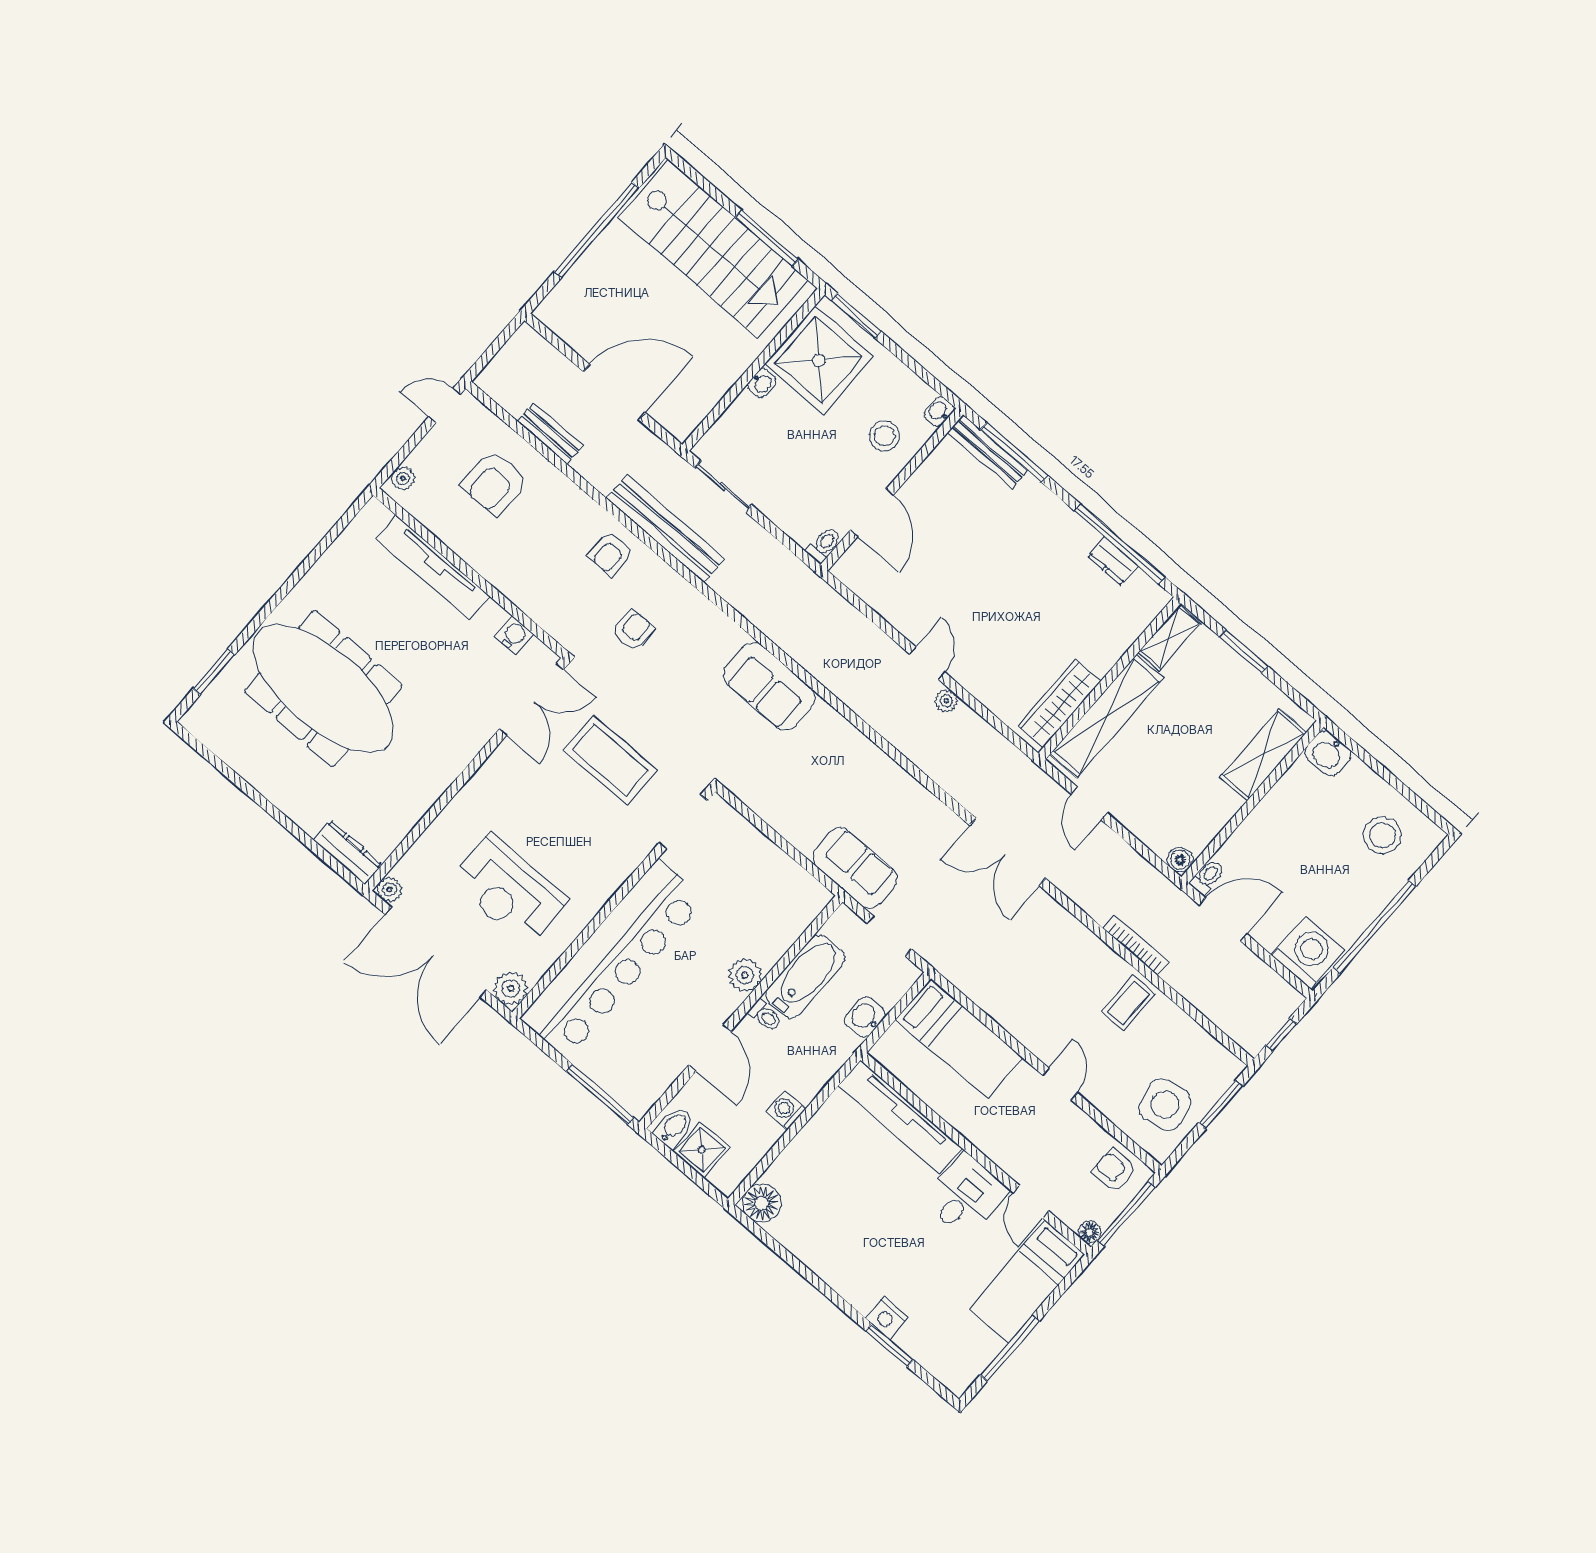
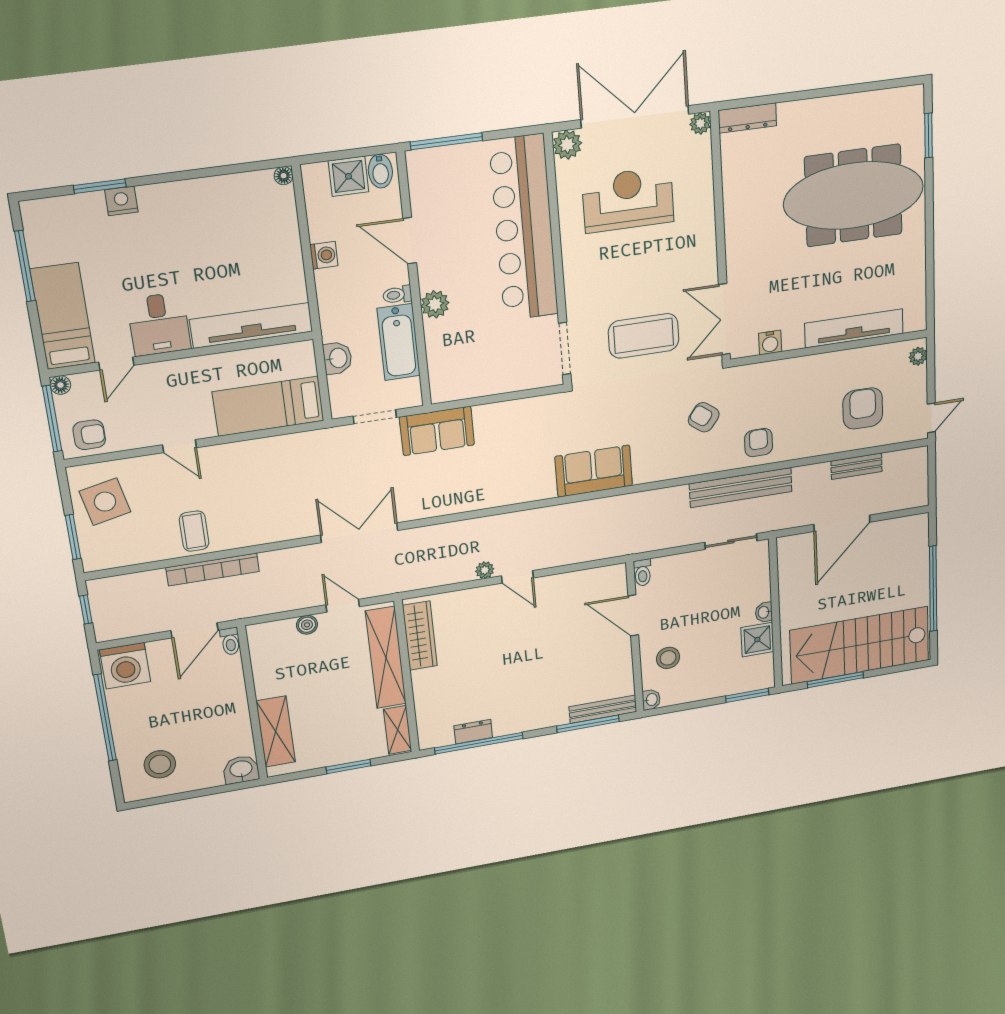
shower: (819, 360) -> (757, 640), width x0.54, depth x0.54
armchair: (633, 630) -> (704, 417), turned 127
boiler: (1180, 860) -> (307, 625), moved
bookcase: (1136, 945) -> (213, 569), width x1.48, depth x1.31
door: (1031, 1202) -> (116, 364), swing flipped
floor lamp: (762, 1203) -> (284, 176), width x0.53, depth x0.53

